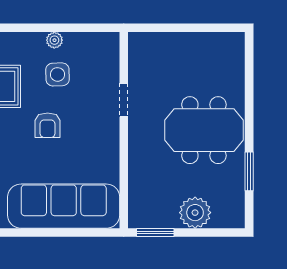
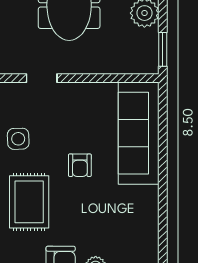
armchair: (48, 125) -> (80, 165), moved, turned 90

